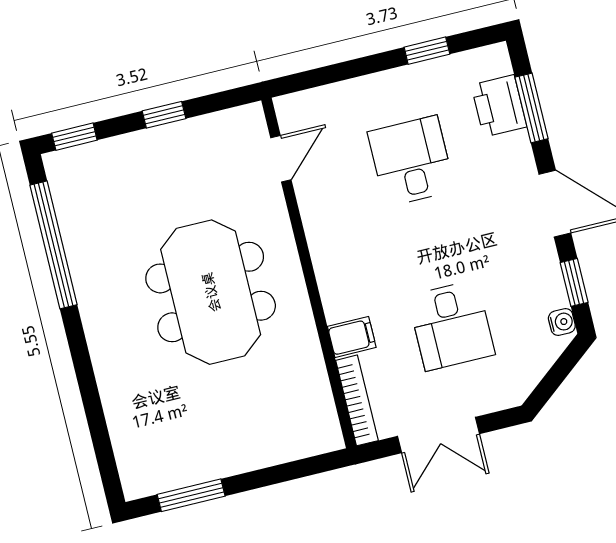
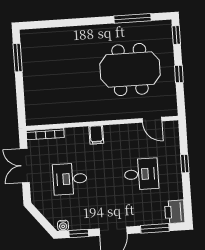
window: (427, 51) -> (185, 164), moved
printer: (499, 106) -> (175, 212), moved, turned -90
window: (54, 245) -> (133, 18), width x0.68
meeting table: (211, 292) -> (130, 70), moved
filing cabinet: (352, 337) -> (96, 135), moved

